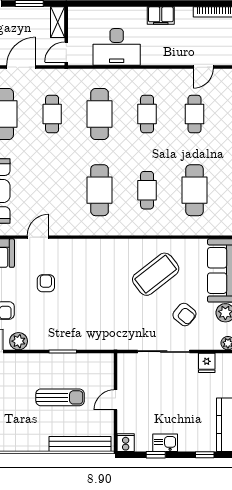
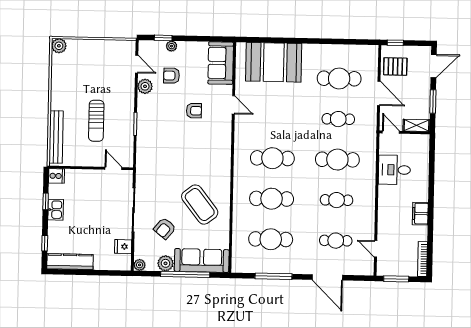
desk: (117, 47) -> (394, 170), width x0.73
cafe table: (147, 190) -> (272, 199), width x1.37, depth x1.35
door: (115, 400) -> (113, 168), moved

